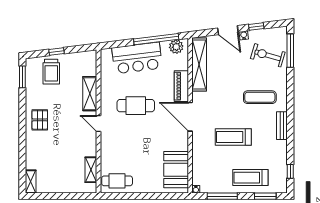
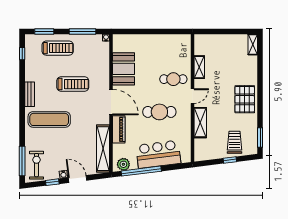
exercise bike: (268, 55) -> (37, 165), moved, turned -106
exercise mat: (260, 97) -> (49, 119), width x1.36, depth x1.45
pallet: (40, 120) -> (245, 99), width x1.50, depth x1.42
door: (98, 124) -> (193, 96), hinge flipped
shelving: (91, 170) -> (199, 67), moved
booth: (176, 170) -> (124, 69), moved
cafe table: (117, 181) -> (173, 79), moved

